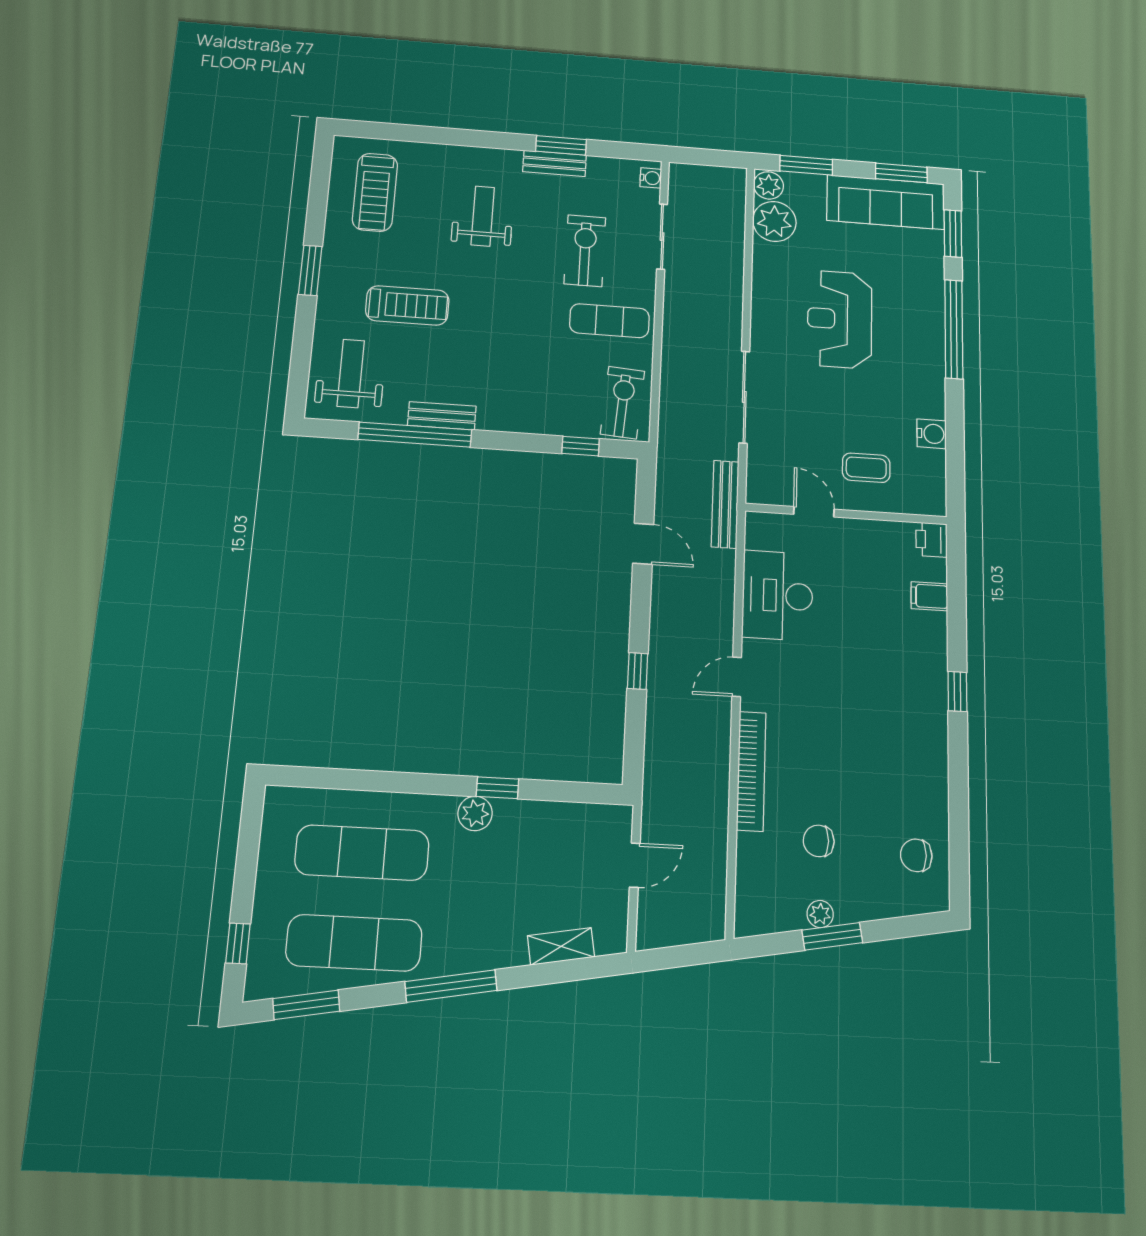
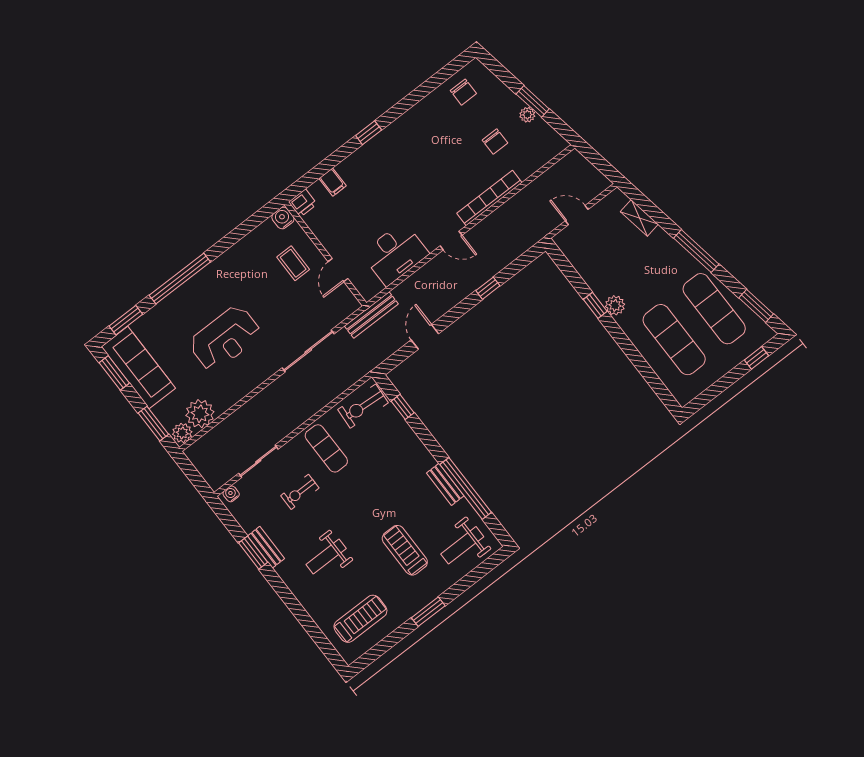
exercise bike: (585, 251) -> (300, 492), width x0.73, depth x0.72
water cooler: (932, 434) -> (283, 218), moved

